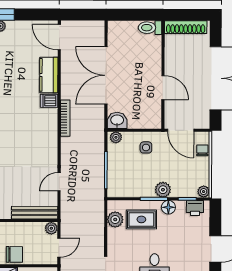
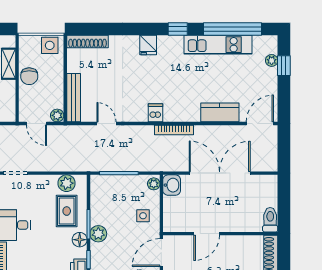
dishwasher: (49, 101) -> (155, 113), moved

